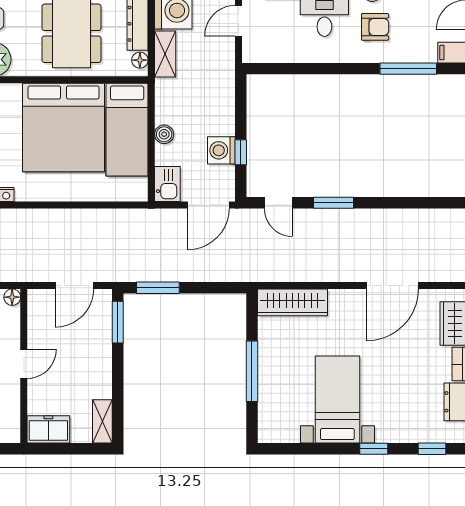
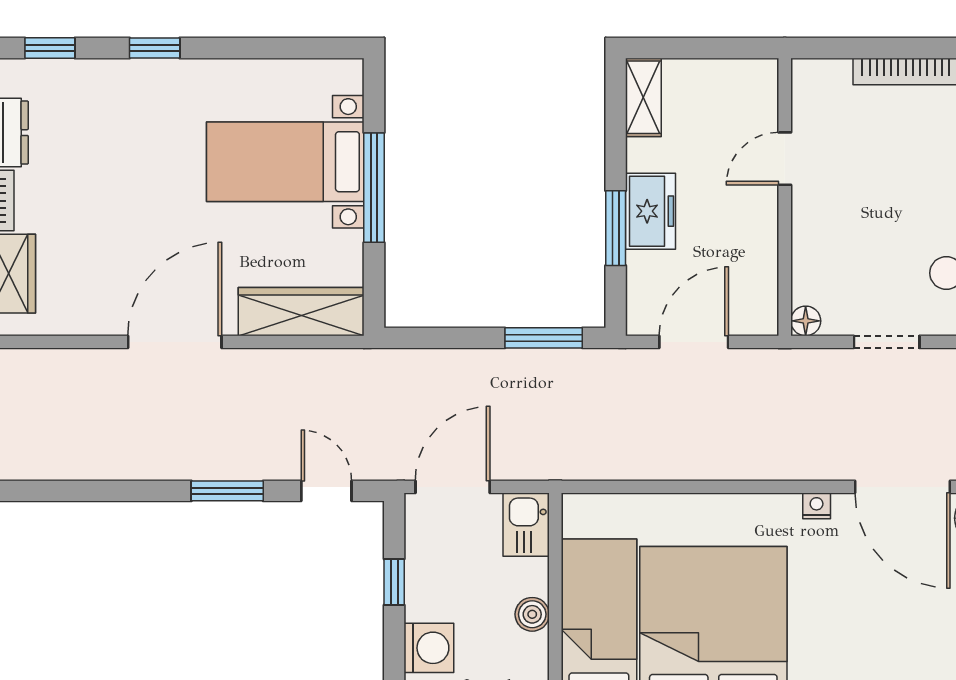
washing machine: (221, 150) -> (429, 648), moved
door: (392, 286) -> (175, 342), moved
window: (118, 322) -> (616, 228), moved
door: (24, 364) -> (785, 159), moved
bed with nightstands: (337, 400) -> (285, 162), moved, turned 90
freezer: (48, 429) -> (650, 211), moved, turned -90

